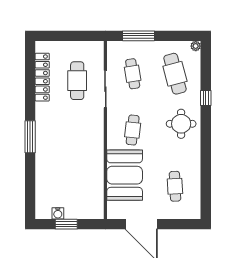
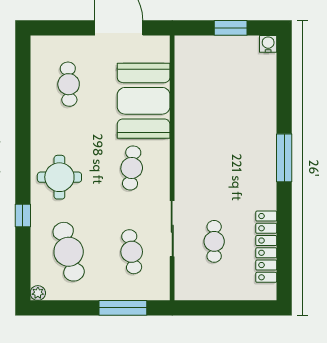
cafe table: (77, 81) -> (214, 241), width x0.73, depth x0.74
water cooler: (58, 213) -> (268, 44), moved

